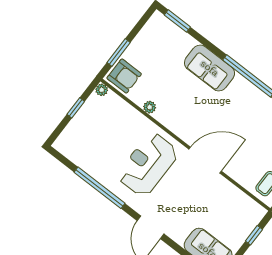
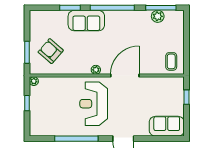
window: (177, 21) -> (70, 8), moved
armchair: (124, 76) -> (51, 51), moved, turned -139
plant: (150, 107) -> (96, 70), moved

